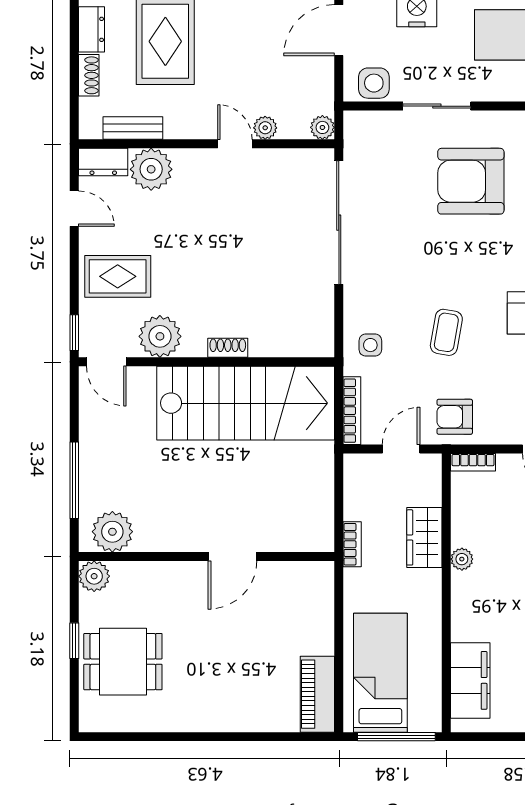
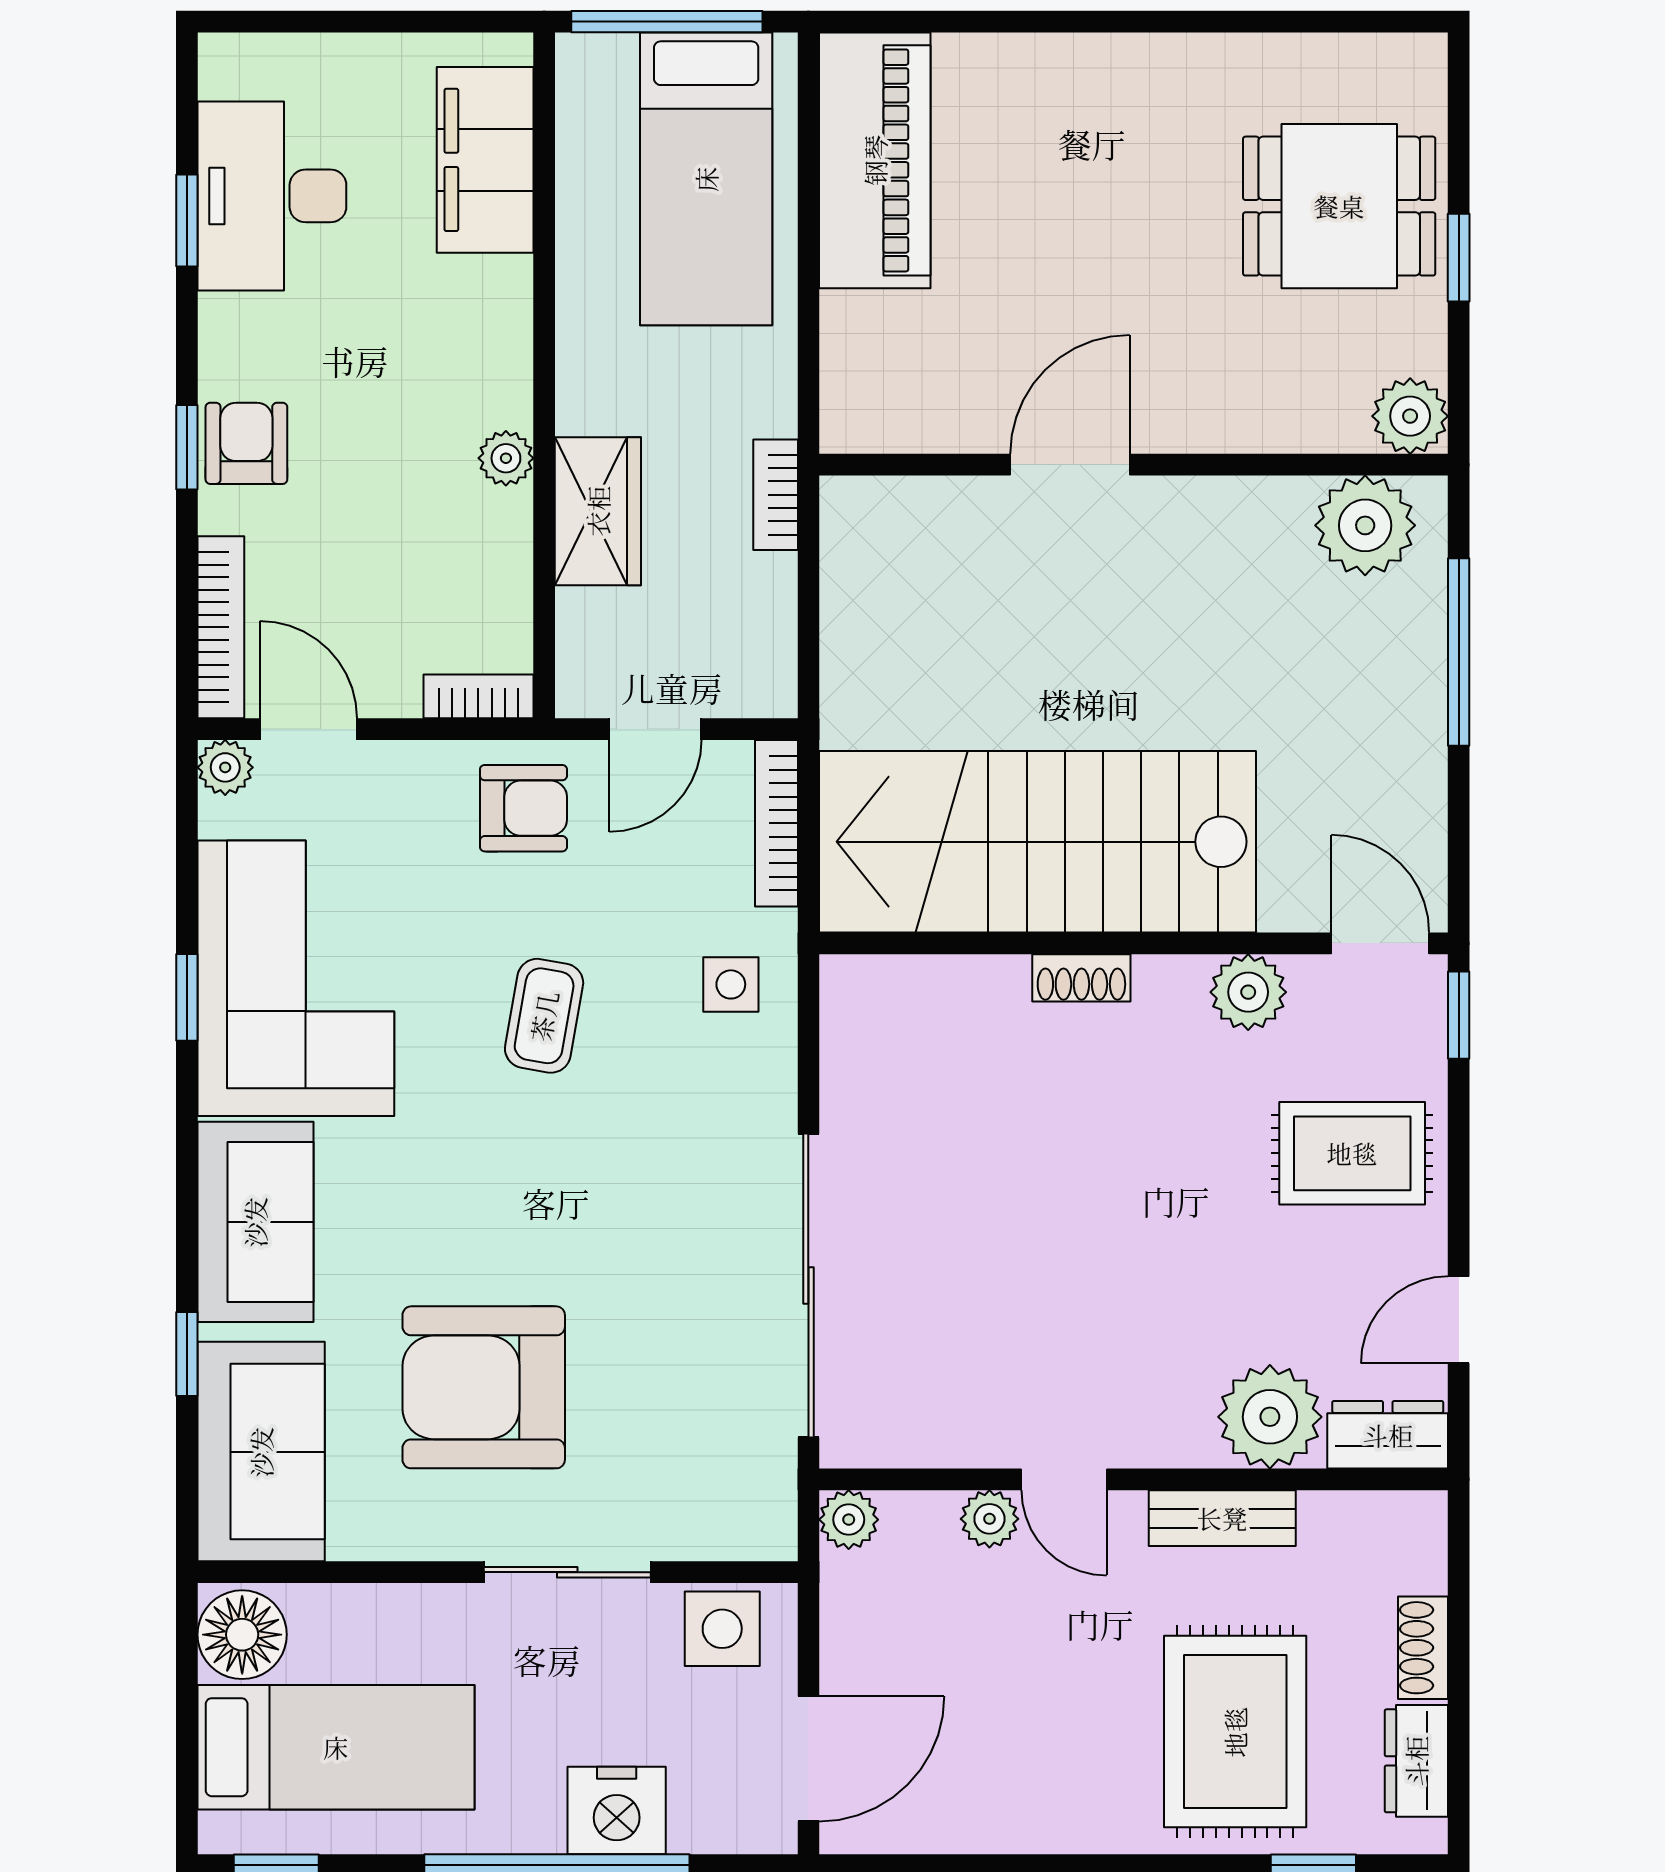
bench: (133, 128) -> (1222, 1518), moved
armchair: (471, 181) -> (484, 1387), turned 180
door: (74, 209) -> (1459, 1320), hinge flipped
plant: (160, 336) -> (1248, 992), width x0.73, depth x0.73
piano: (317, 694) -> (875, 160), width x1.37, depth x1.33

